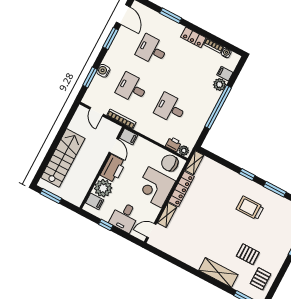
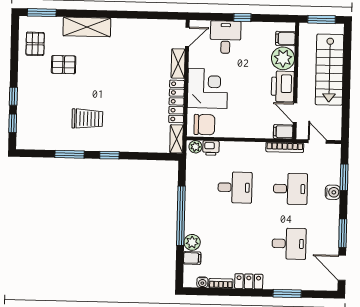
filing cabinet: (129, 137) -> (283, 132), moved
door: (114, 146) -> (295, 113), moved
wall: (102, 168) -> (296, 81), moved
printer: (113, 169) -> (283, 86), moved
plant: (103, 188) -> (283, 58), moved
filing cabinet: (95, 201) -> (285, 39), moved

